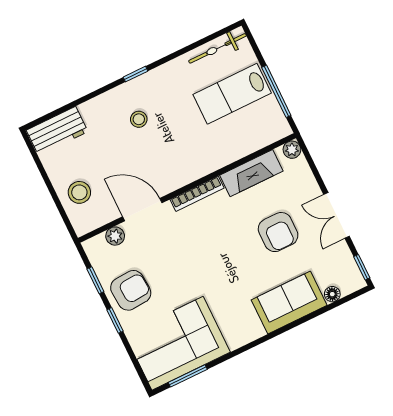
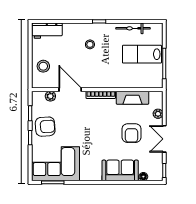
bicycle: (218, 48) -> (133, 28), moved
plant: (292, 150) -> (158, 114), moved

